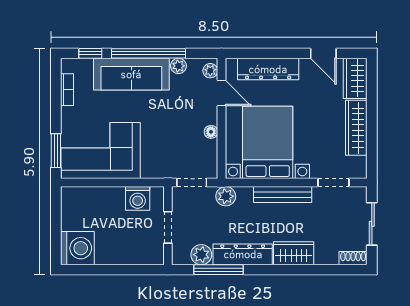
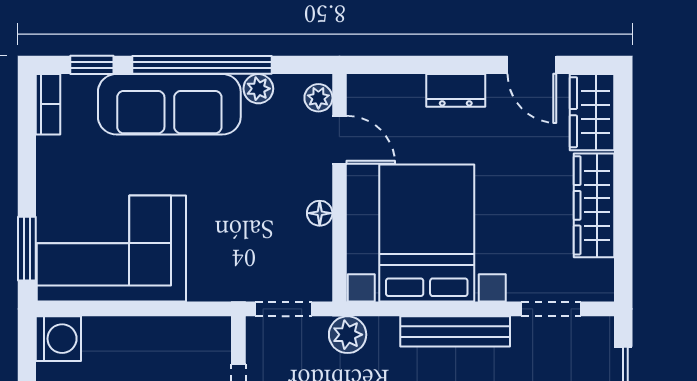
dresser: (268, 69) -> (456, 90), width x0.51, depth x0.80
bookcase: (67, 90) -> (48, 104), moved
washing machine: (138, 198) -> (58, 339), moved, turned -90

